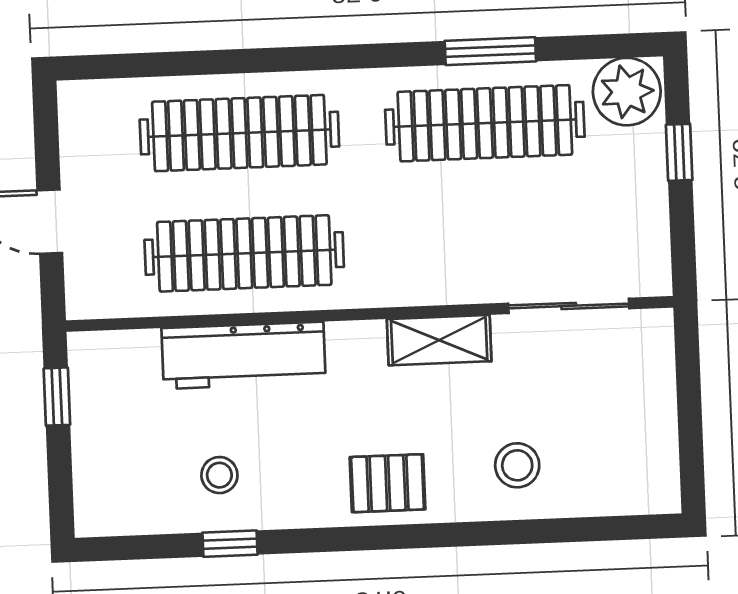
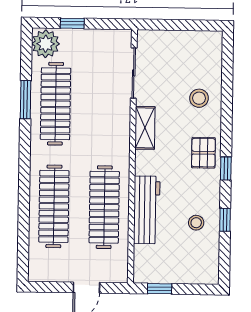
window: (353, 539) -> (226, 168), added

